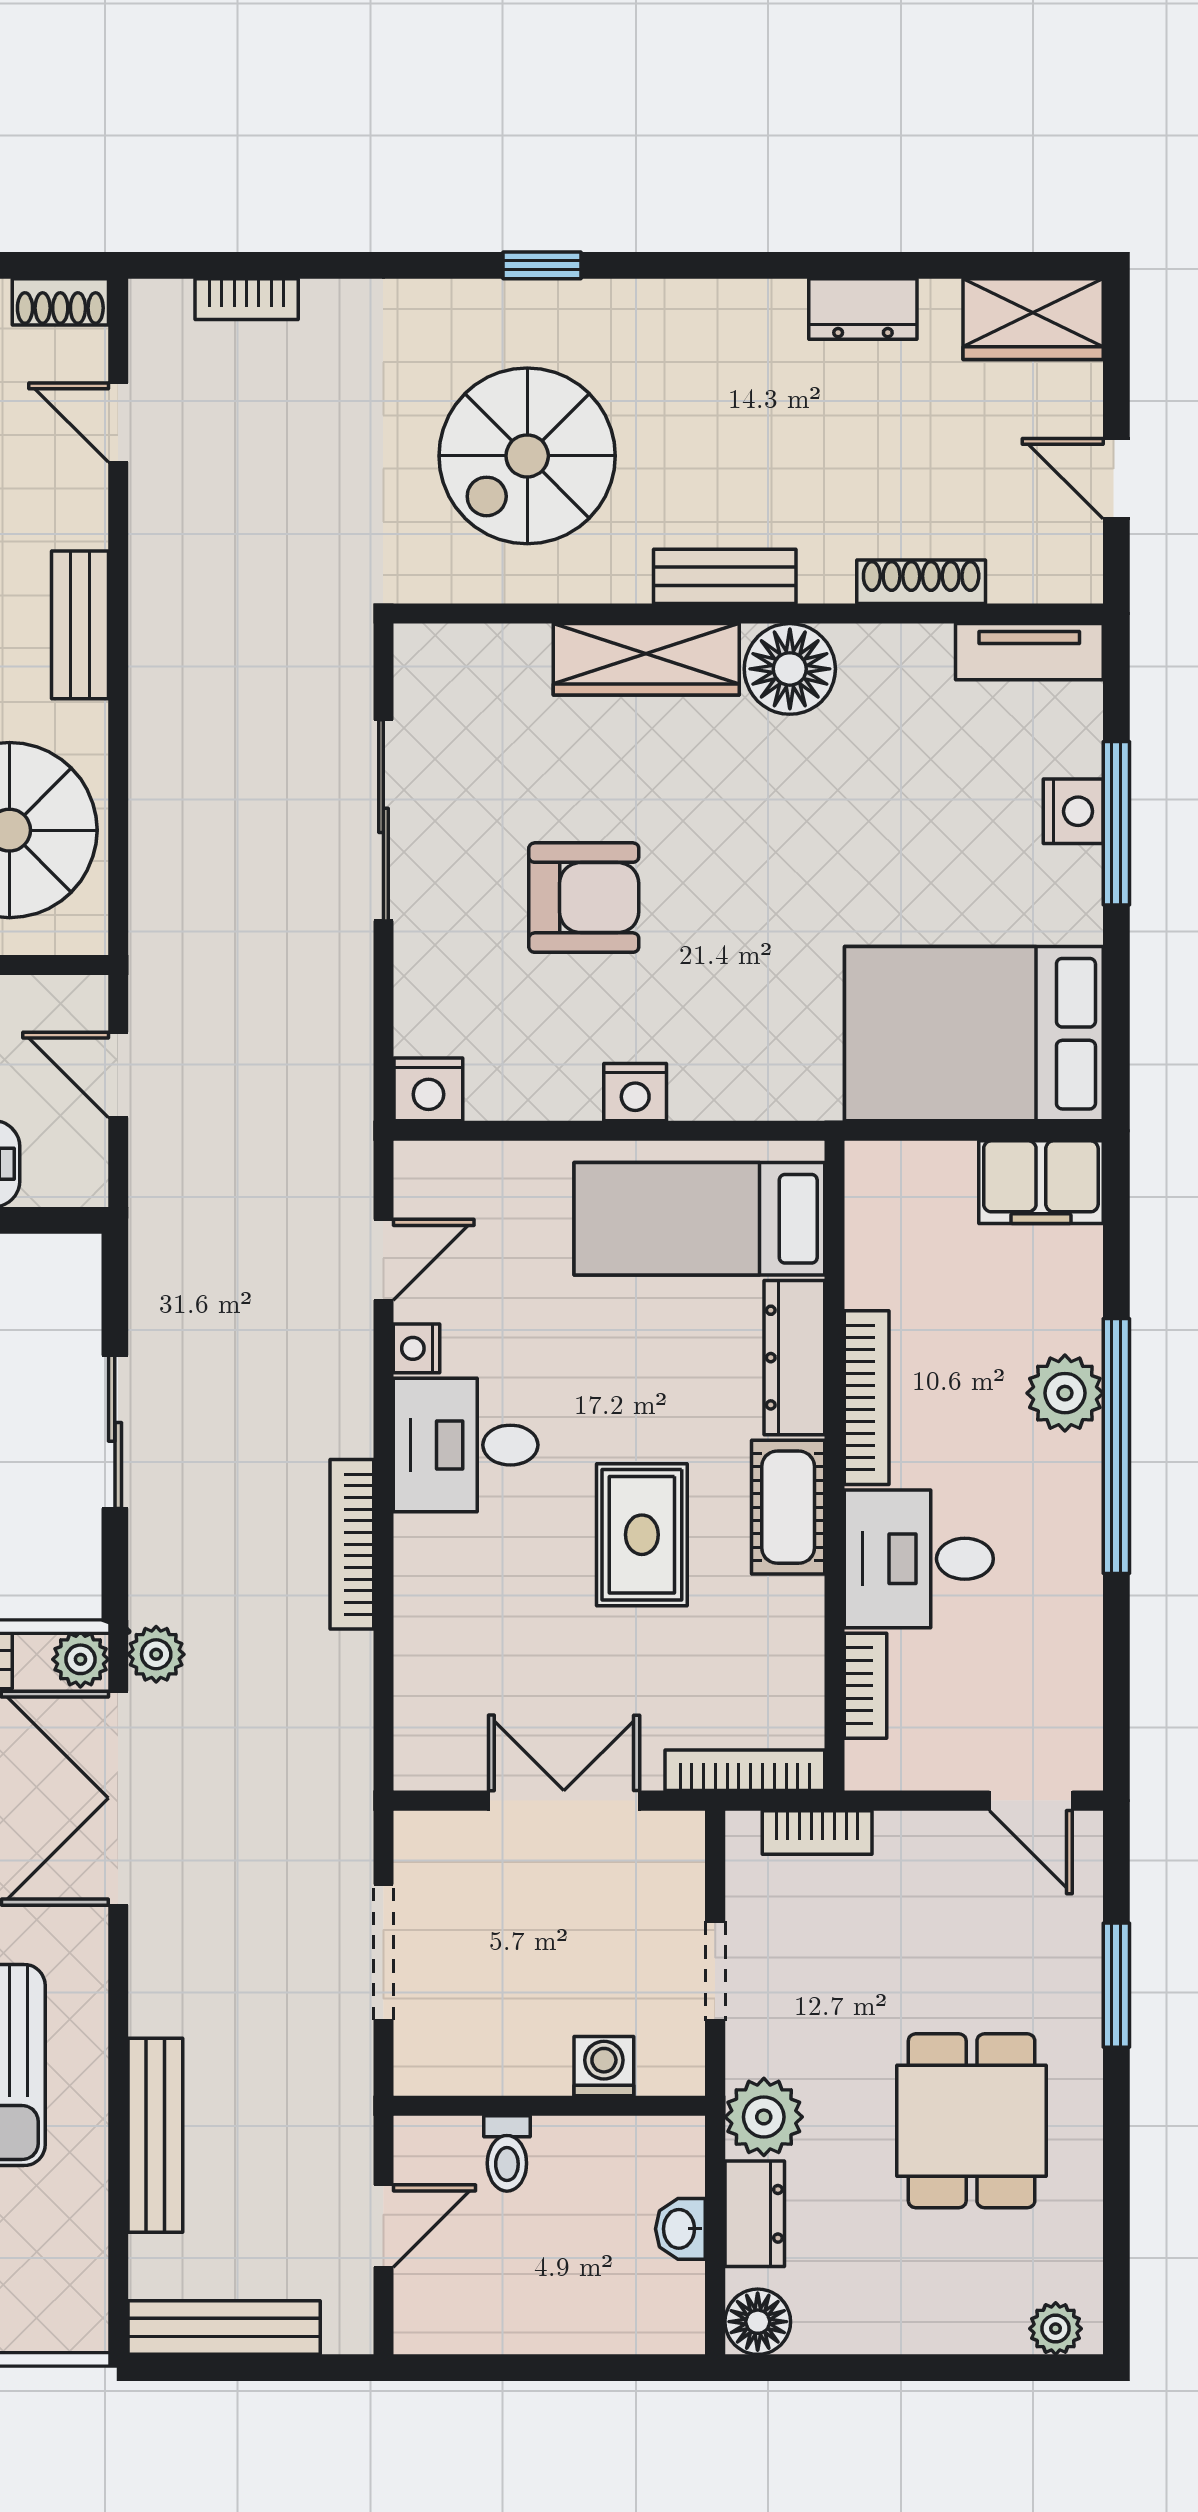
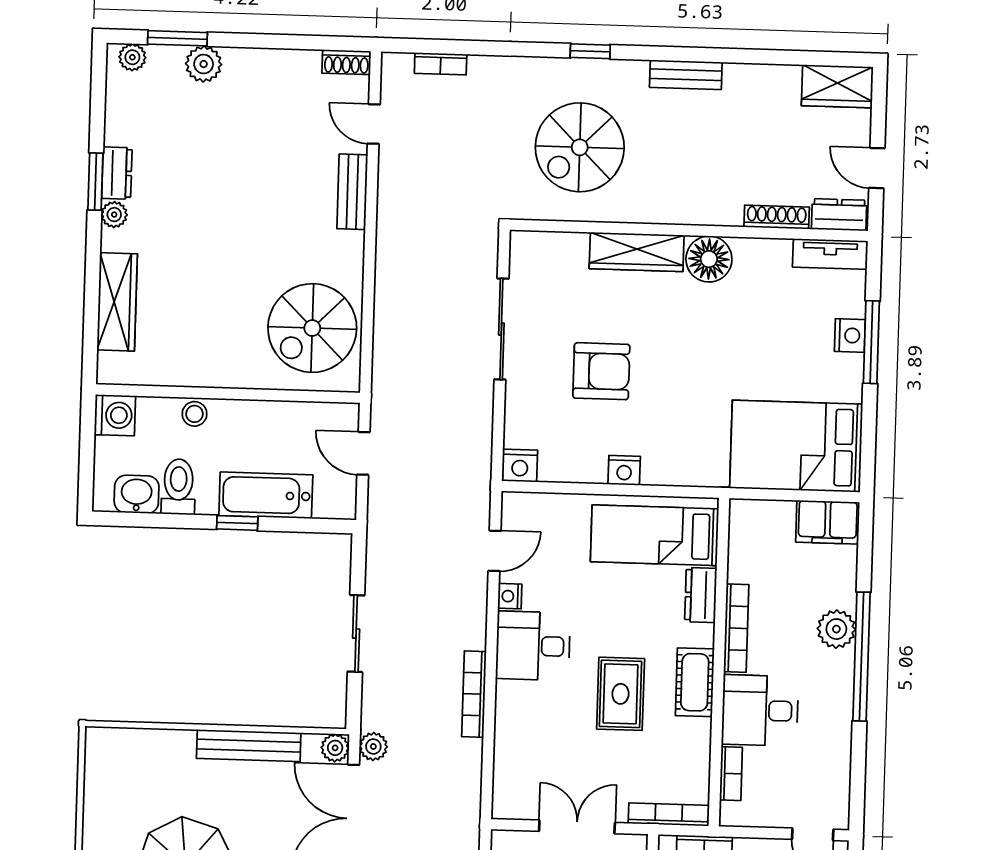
dresser: (863, 309) -> (839, 215), moved, turned 180
bench: (725, 576) -> (686, 75), moved
bench: (80, 625) -> (352, 192), moved
dresser: (794, 1358) -> (701, 595), width x0.70

